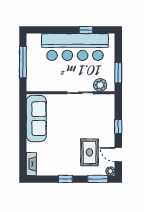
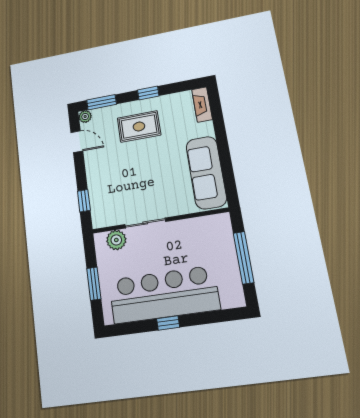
window: (86, 30) -> (168, 323), moved
window: (118, 73) -> (94, 284), moved
window: (118, 127) -> (84, 201), moved
rug: (89, 152) -> (139, 126), moved, turned 90

